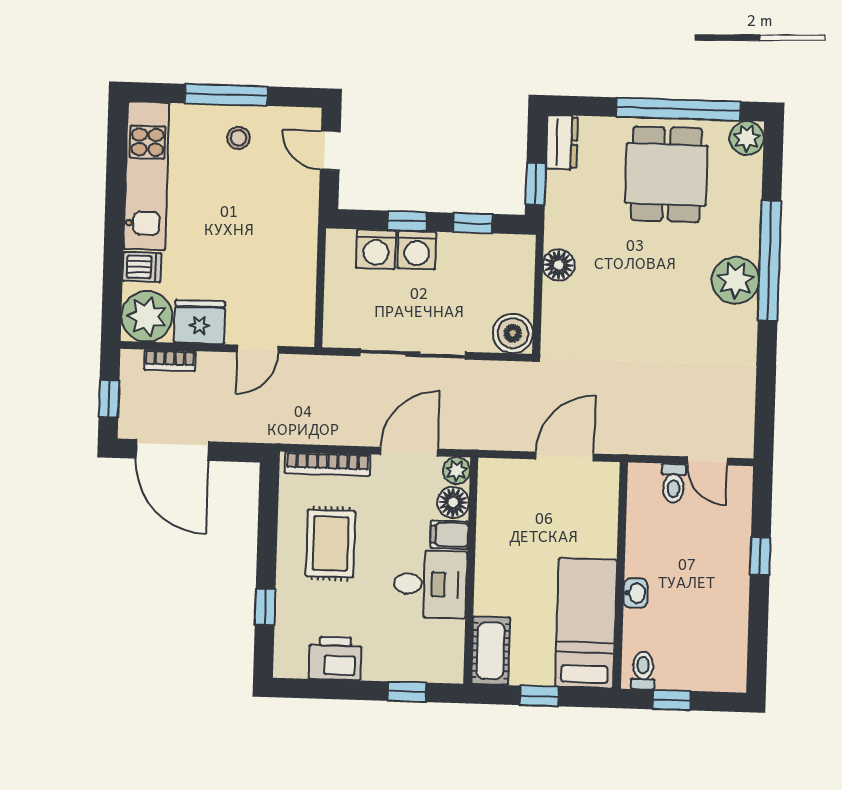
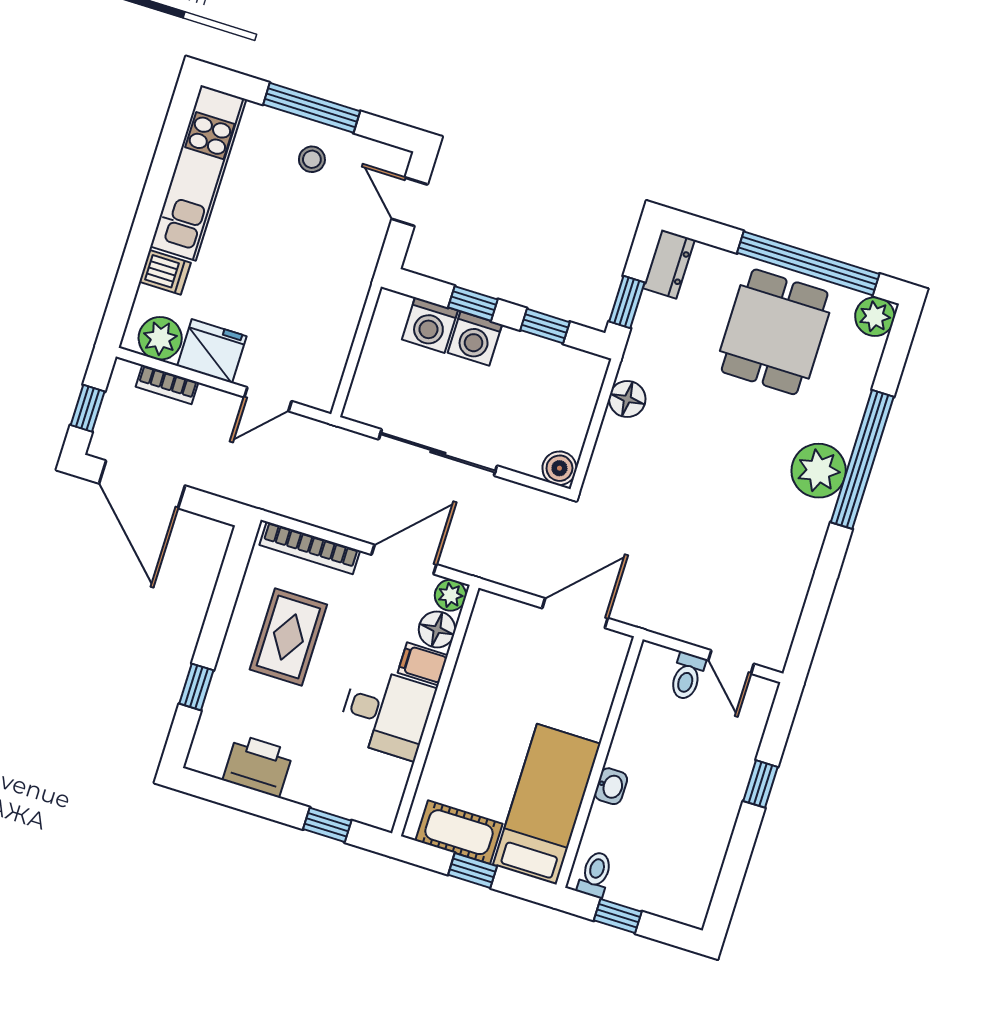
plant: (147, 316) -> (160, 338), width x0.73, depth x0.73
boiler: (513, 333) -> (559, 468), width x0.73, depth x0.73
cot: (491, 651) -> (459, 832), moved, turned 90

